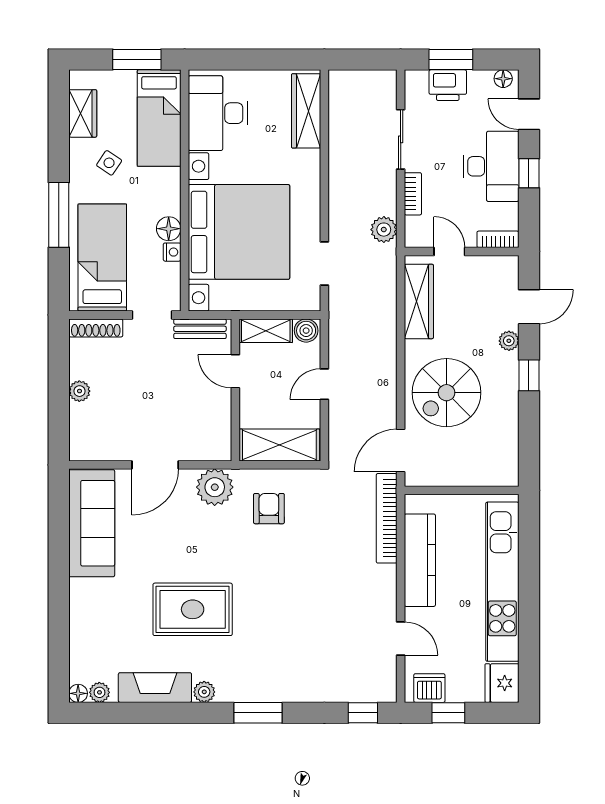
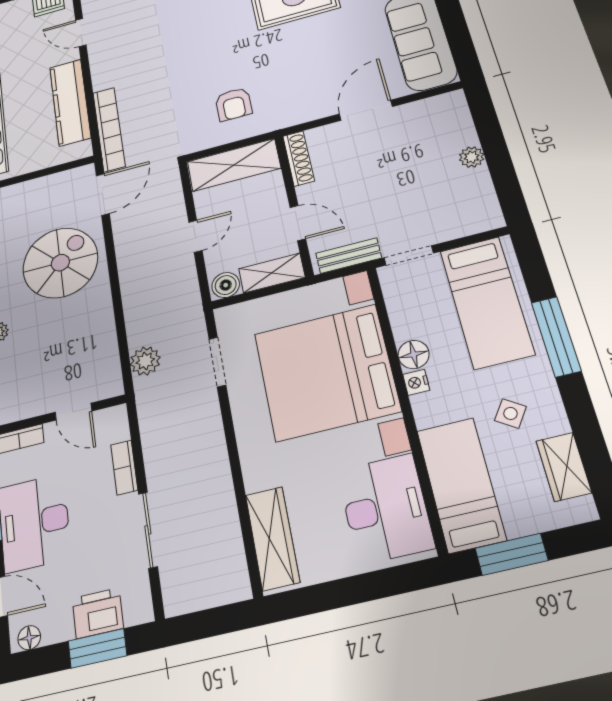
plant: (384, 230) -> (145, 361), moved
nightstand: (172, 252) -> (416, 382), moved
wardrobe: (419, 301) -> (102, 348), removed
shoe rack: (96, 328) -> (299, 158), moved, turned 90
plant: (215, 487) -> (296, 108), removed

